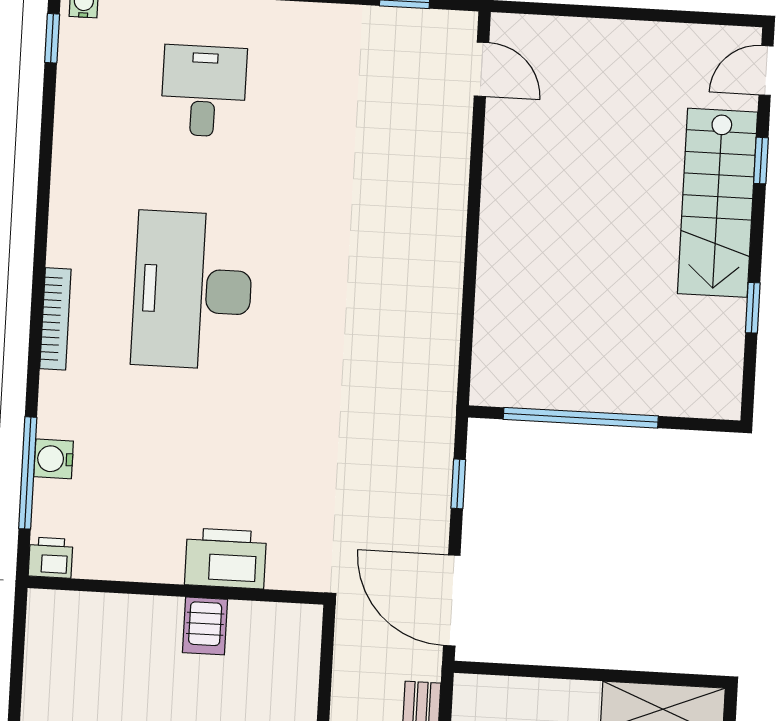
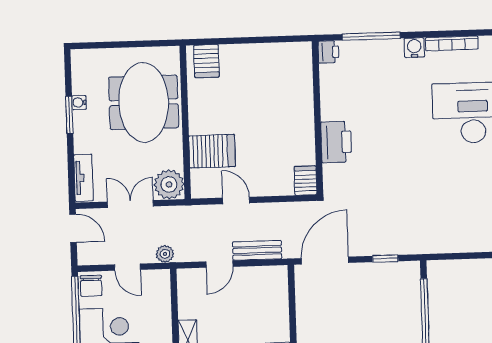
water cooler: (54, 459) -> (414, 48), moved
server rack: (205, 626) -> (305, 181), moved, turned 90

